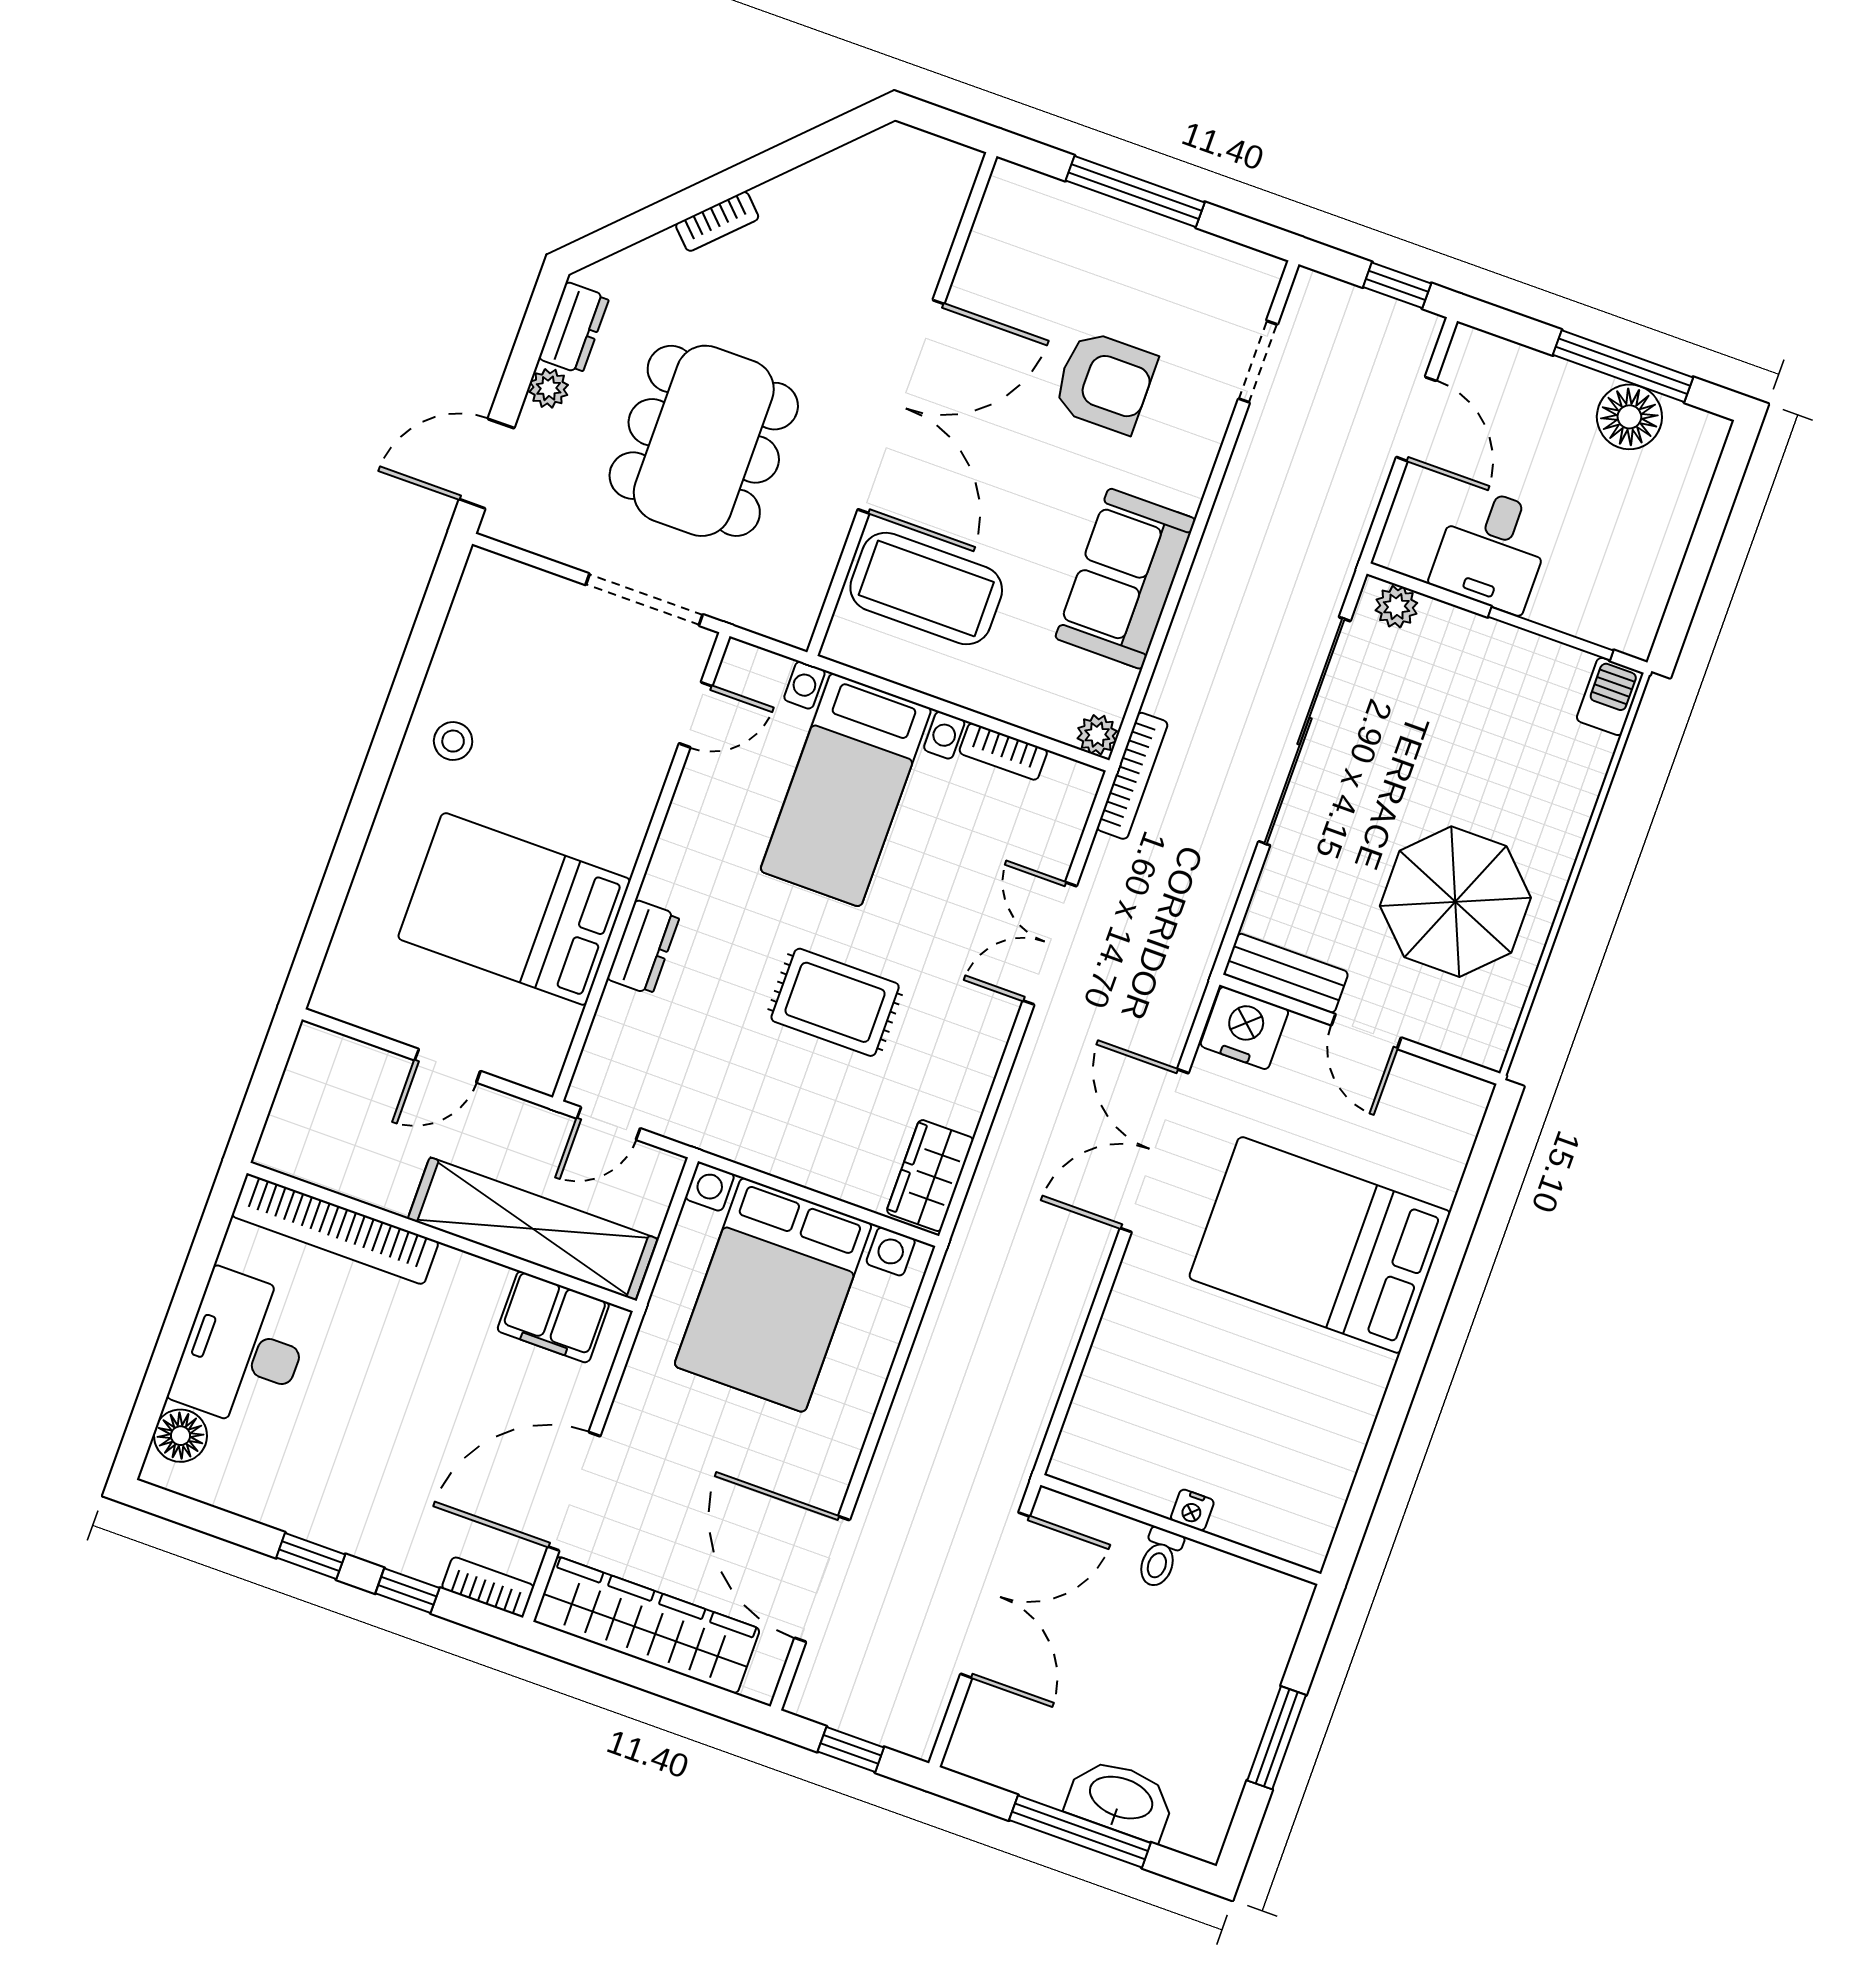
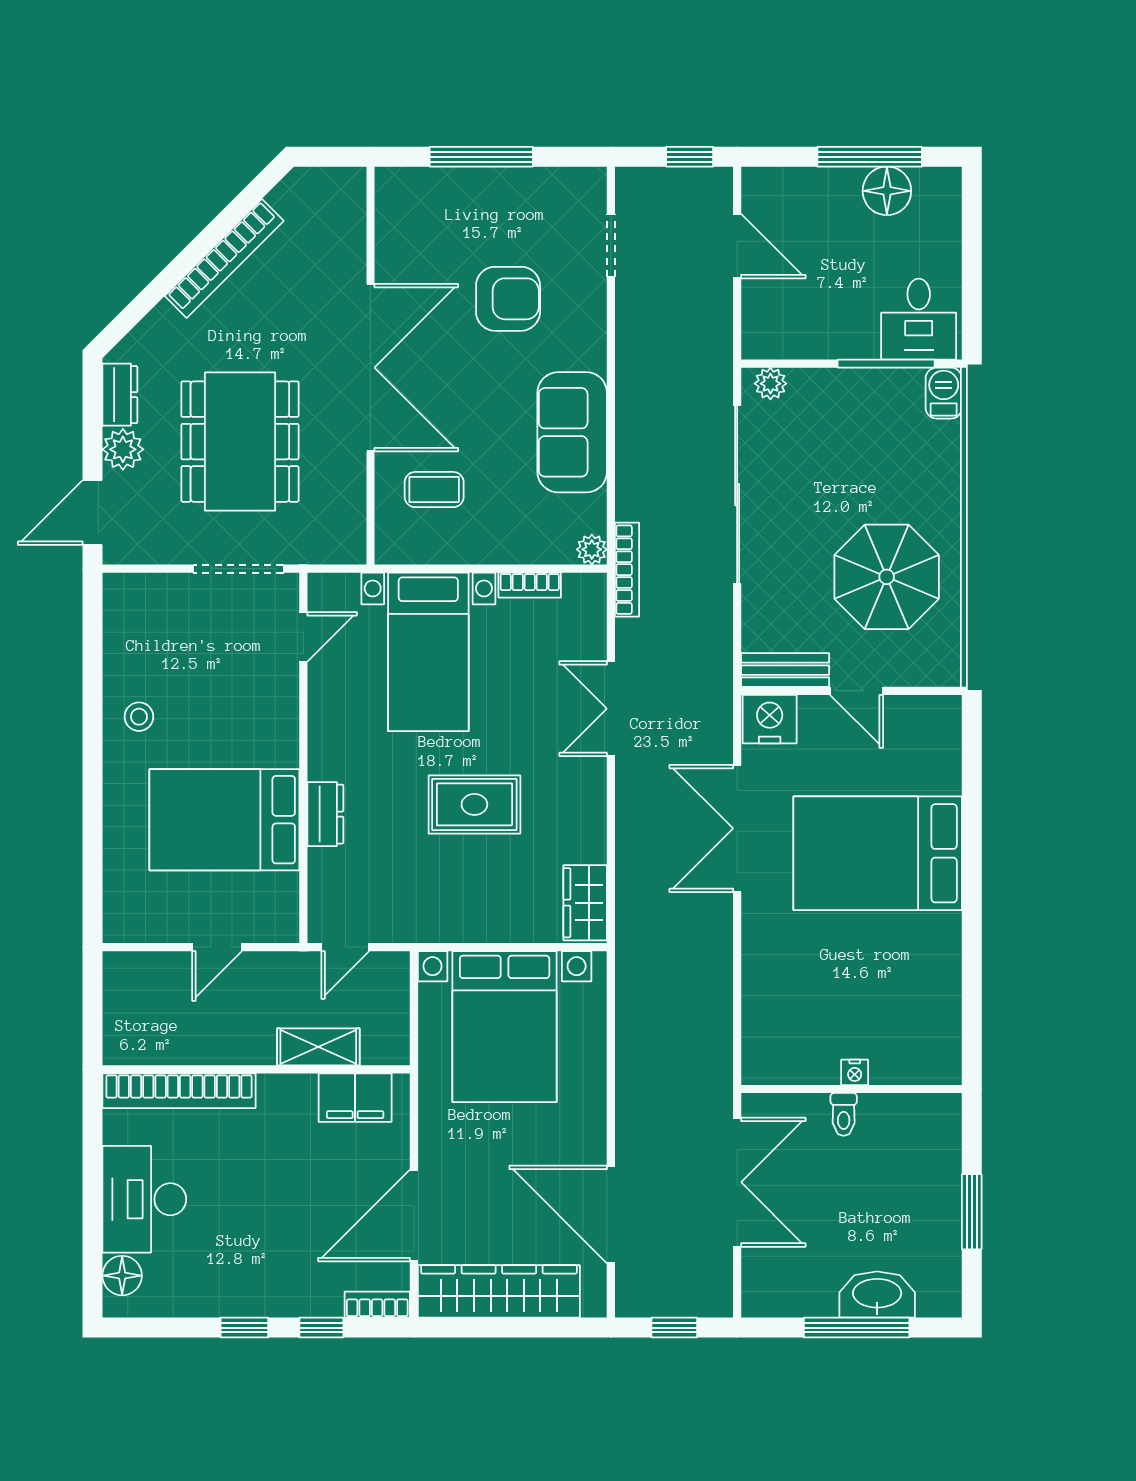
bookcase: (717, 221) -> (224, 258), width x2.31, depth x1.31
plant: (549, 388) -> (123, 449), width x1.38, depth x1.38
desk: (1492, 550) -> (919, 319), moved
coffee table: (926, 589) -> (434, 490), width x0.54, depth x0.58
shelving: (533, 1229) -> (318, 1047), width x0.45, depth x0.75

